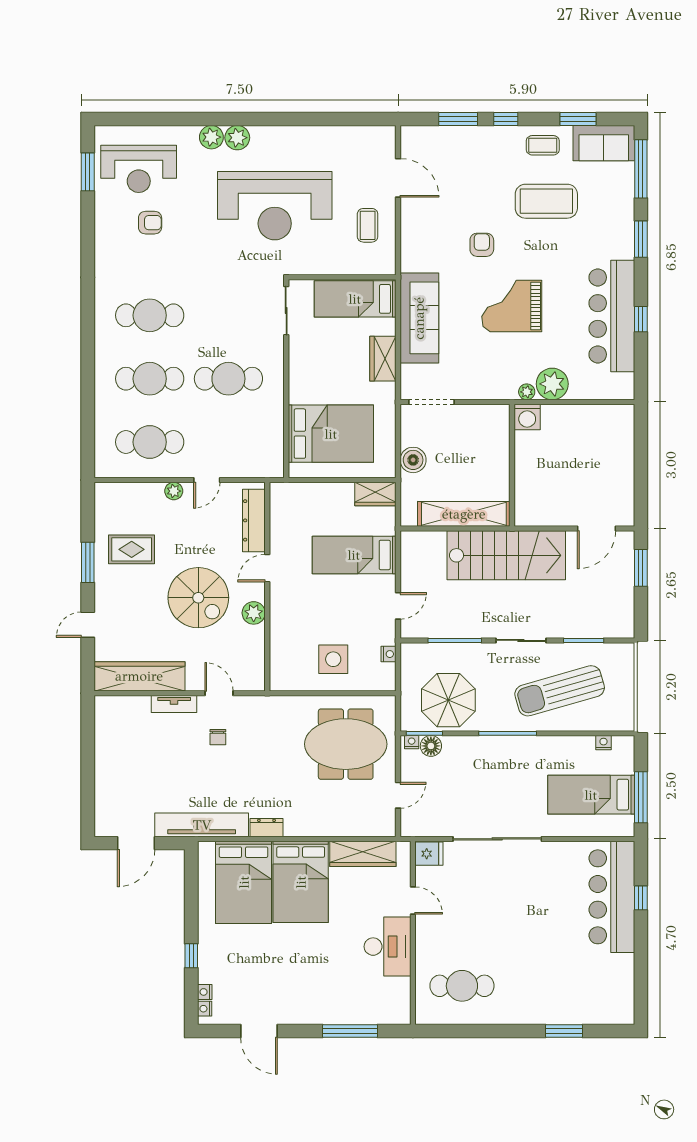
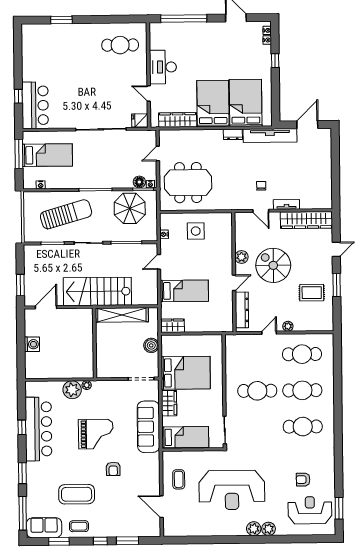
reception desk: (275, 206) -> (232, 490), turned 180
washing machine: (527, 417) -> (32, 344), moved, turned 90
bed: (331, 434) -> (186, 373), moved, turned 180
bar counter: (612, 897) -> (35, 105), width x0.73
window: (350, 1031) -> (184, 18), width x1.46

